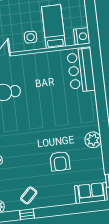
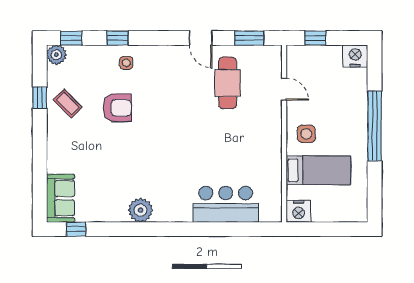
bar counter: (81, 70) -> (226, 204), moved
armchair: (60, 161) -> (117, 108), moved, turned 180

